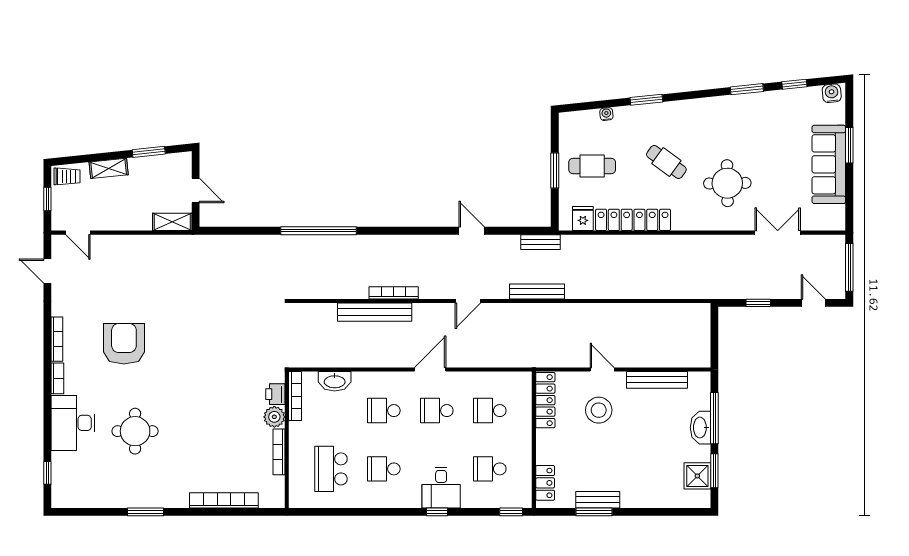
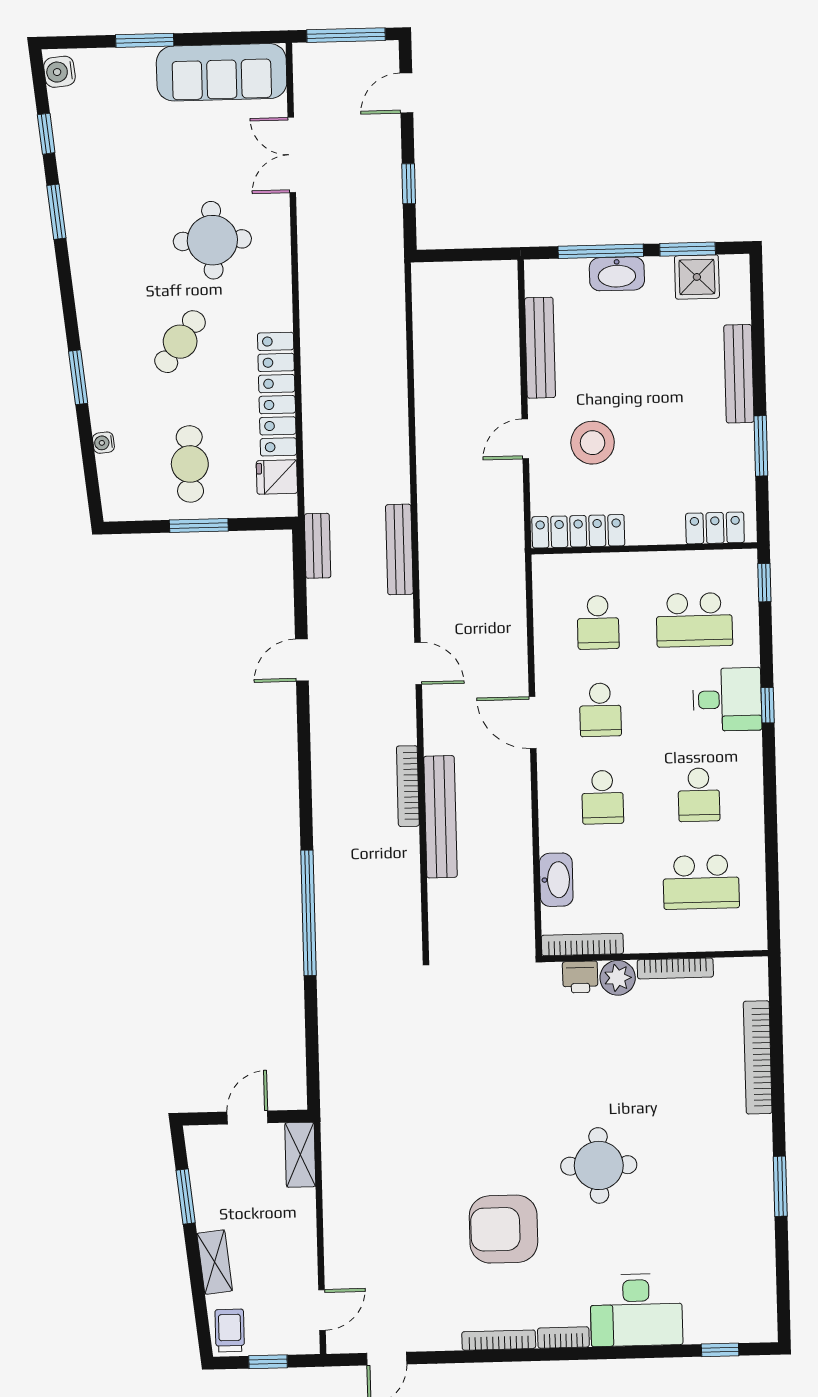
sofa: (829, 164) -> (222, 72), moved
round table: (135, 431) -> (599, 1165), moved
school desk: (490, 469) -> (694, 620), width x1.85
bench: (598, 500) -> (739, 374), moved, width x1.36

